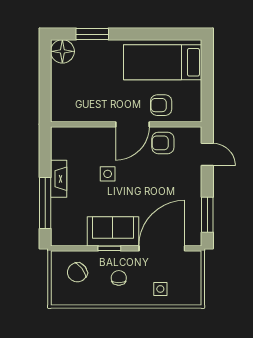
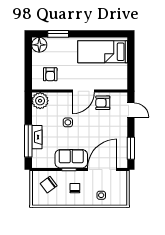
armchair: (161, 105) -> (50, 74), moved, turned -90
plant: (64, 140) -> (40, 101), added
fireplace: (59, 179) -> (37, 137), moved

